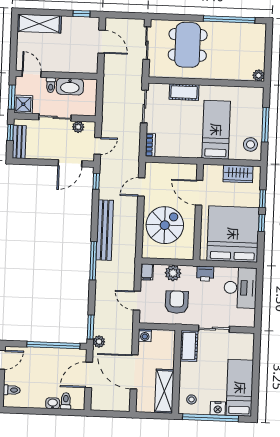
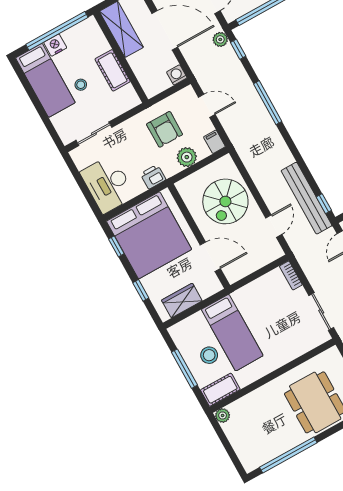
cot: (184, 92) -> (220, 390), moved
stool: (250, 144) -> (209, 355), moved
window: (262, 223) -> (116, 246), moved
bench: (105, 230) -> (307, 198), moved
window: (93, 261) -> (268, 103), moved
window: (91, 327) -> (238, 49), width x0.67
sliding door: (214, 329) -> (94, 134), moved
cot: (189, 346) -> (113, 70), moved
stool: (191, 399) -> (81, 85), moved

